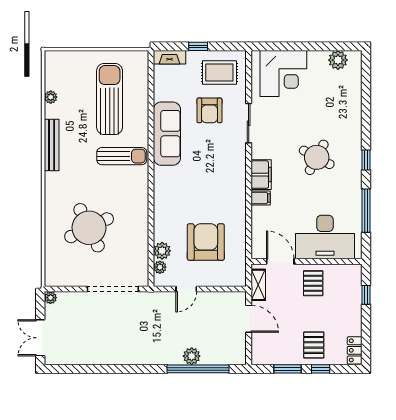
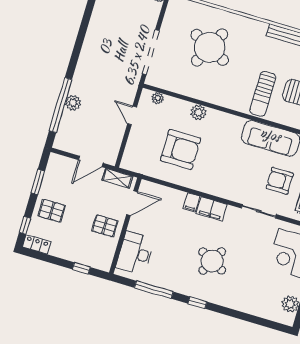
round table: (89, 228) -> (210, 47), turned -37
desk: (325, 237) -> (135, 253), width x0.73, depth x0.77
armchair: (206, 242) -> (181, 149), moved
plant: (162, 251) -> (198, 112), moved
window: (321, 369) -> (25, 225), moved

